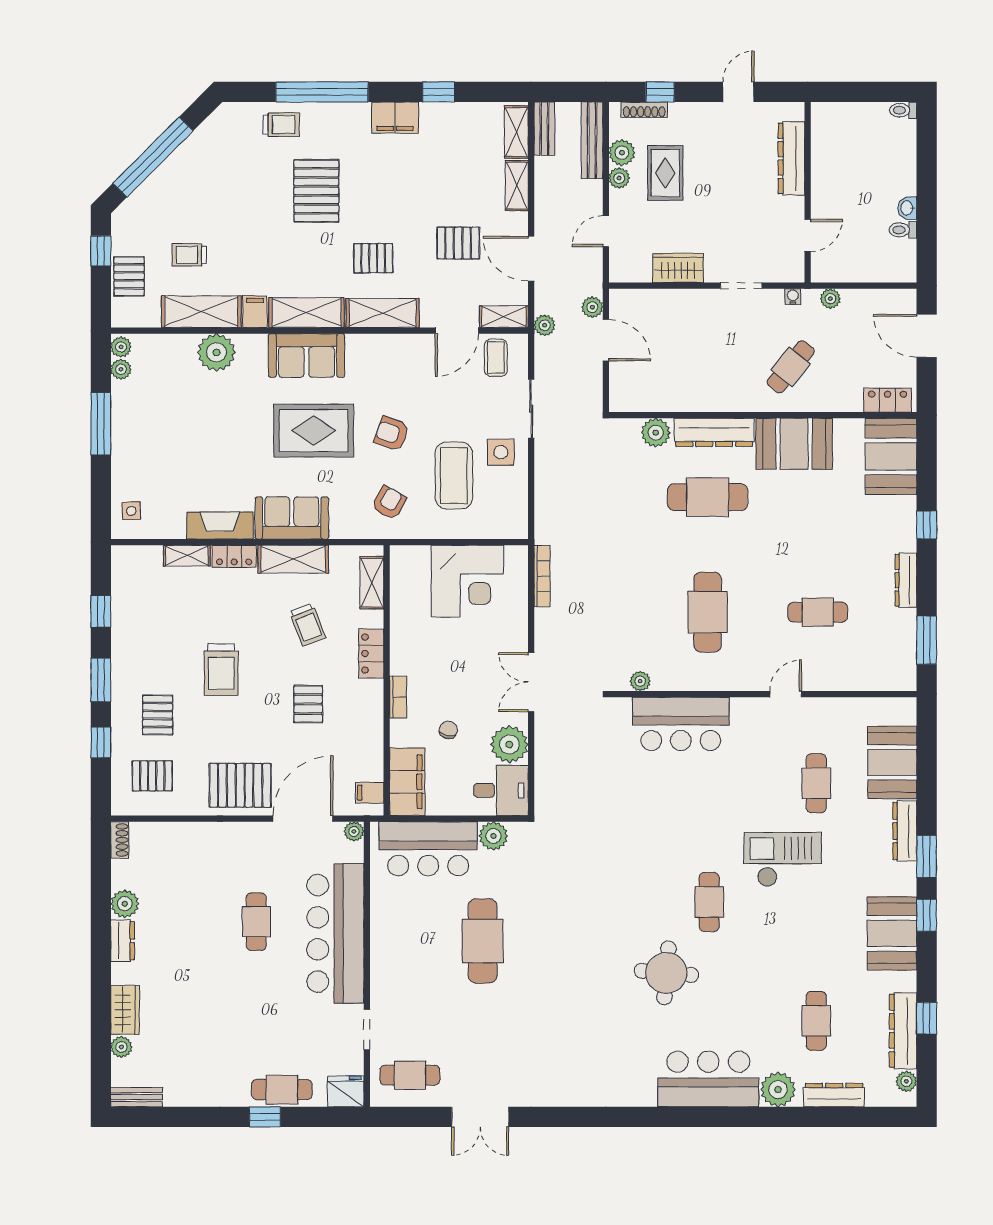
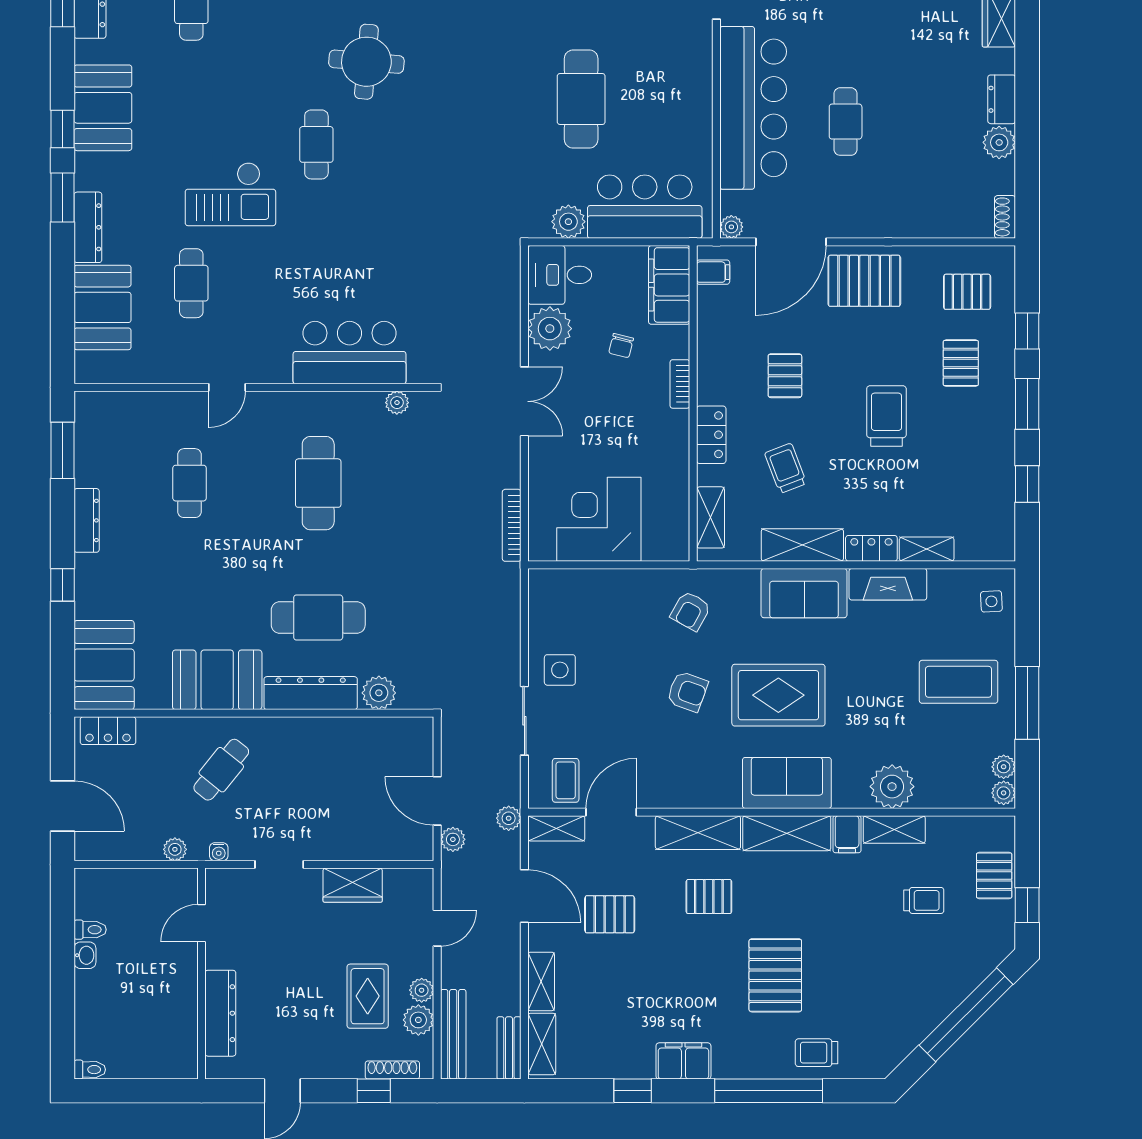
shelving: (201, 312) -> (894, 830), width x0.67, depth x0.75
coffee table: (454, 476) -> (959, 682), moved, turned 90
cafe table: (818, 612) -> (190, 483), turned 90

